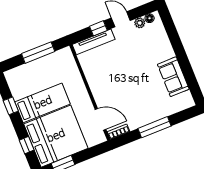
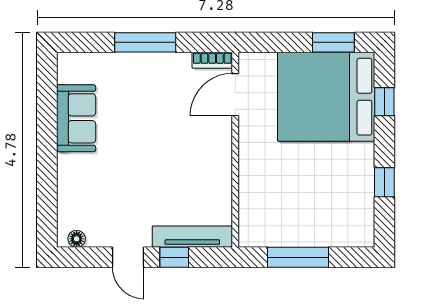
plant: (140, 23) -> (97, 237), removed
bed: (43, 103) -> (326, 165), removed
door: (101, 119) -> (235, 95), hinge flipped

